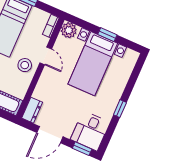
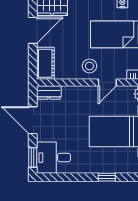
window: (120, 109) -> (107, 177), moved

